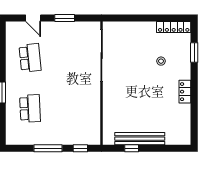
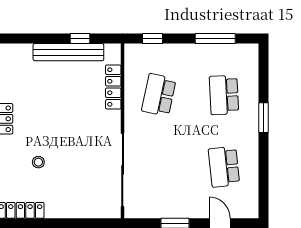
school desk: (76, 108) -> (159, 95), added
locker: (108, 114) -> (113, 87), added
window: (48, 148) -> (215, 39), moved

